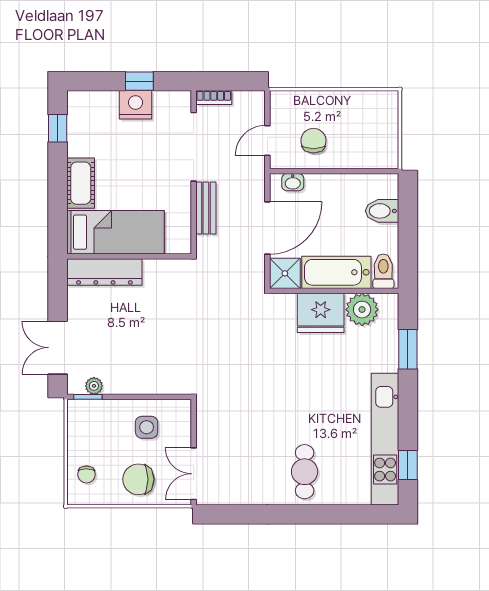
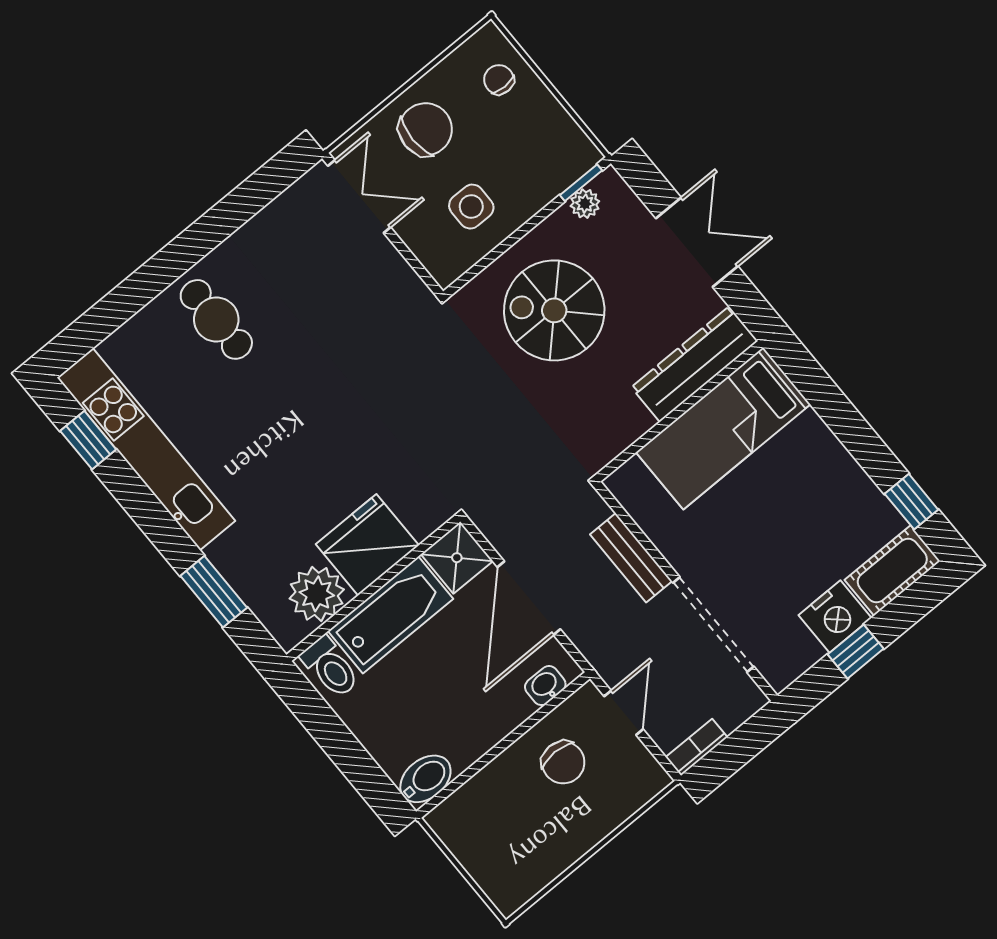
bookcase: (214, 98) -> (697, 747), moved
cot: (81, 183) -> (892, 571), moved, turned 90
bidet: (382, 211) -> (425, 779), moved
double door: (58, 348) -> (697, 242), moved
spiral stairs: (148, 349) -> (554, 310), added

